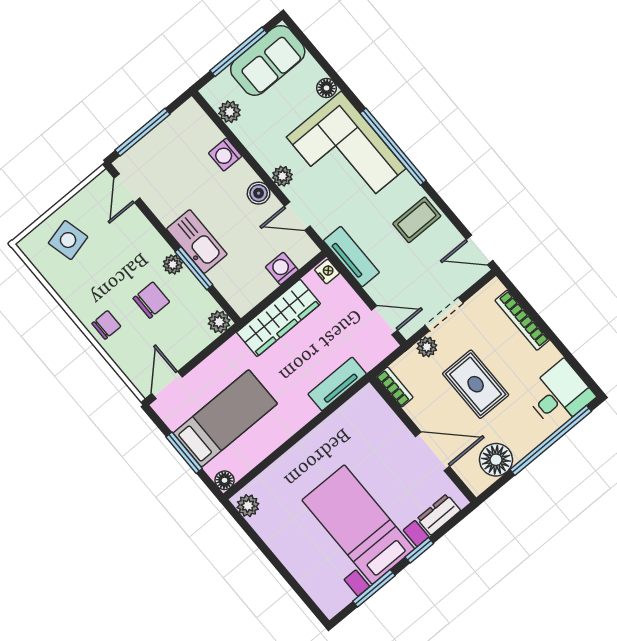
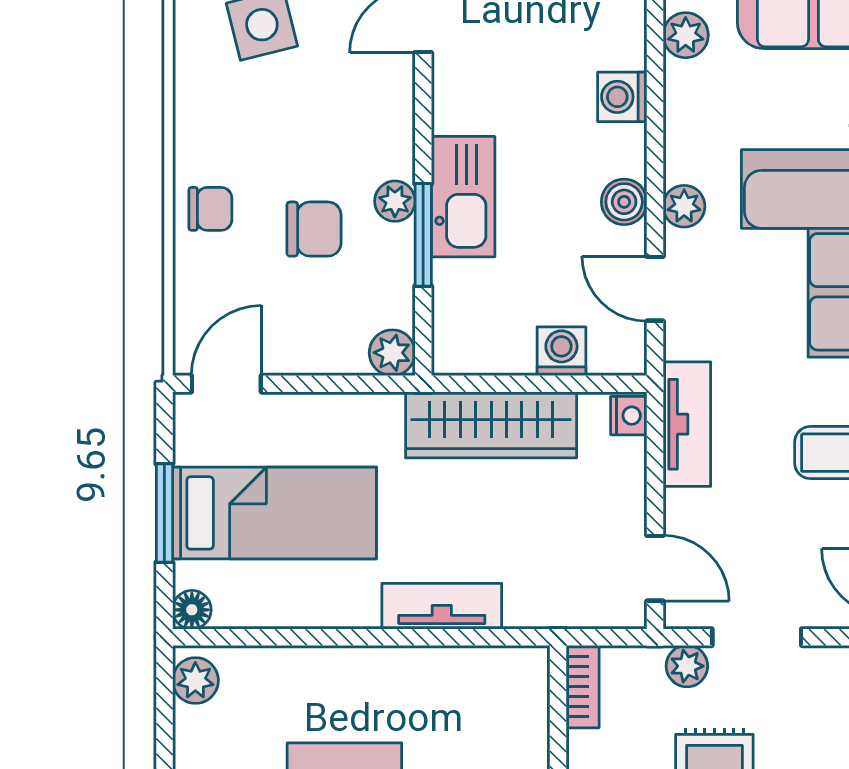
tv unit: (337, 384) -> (442, 606), moved

